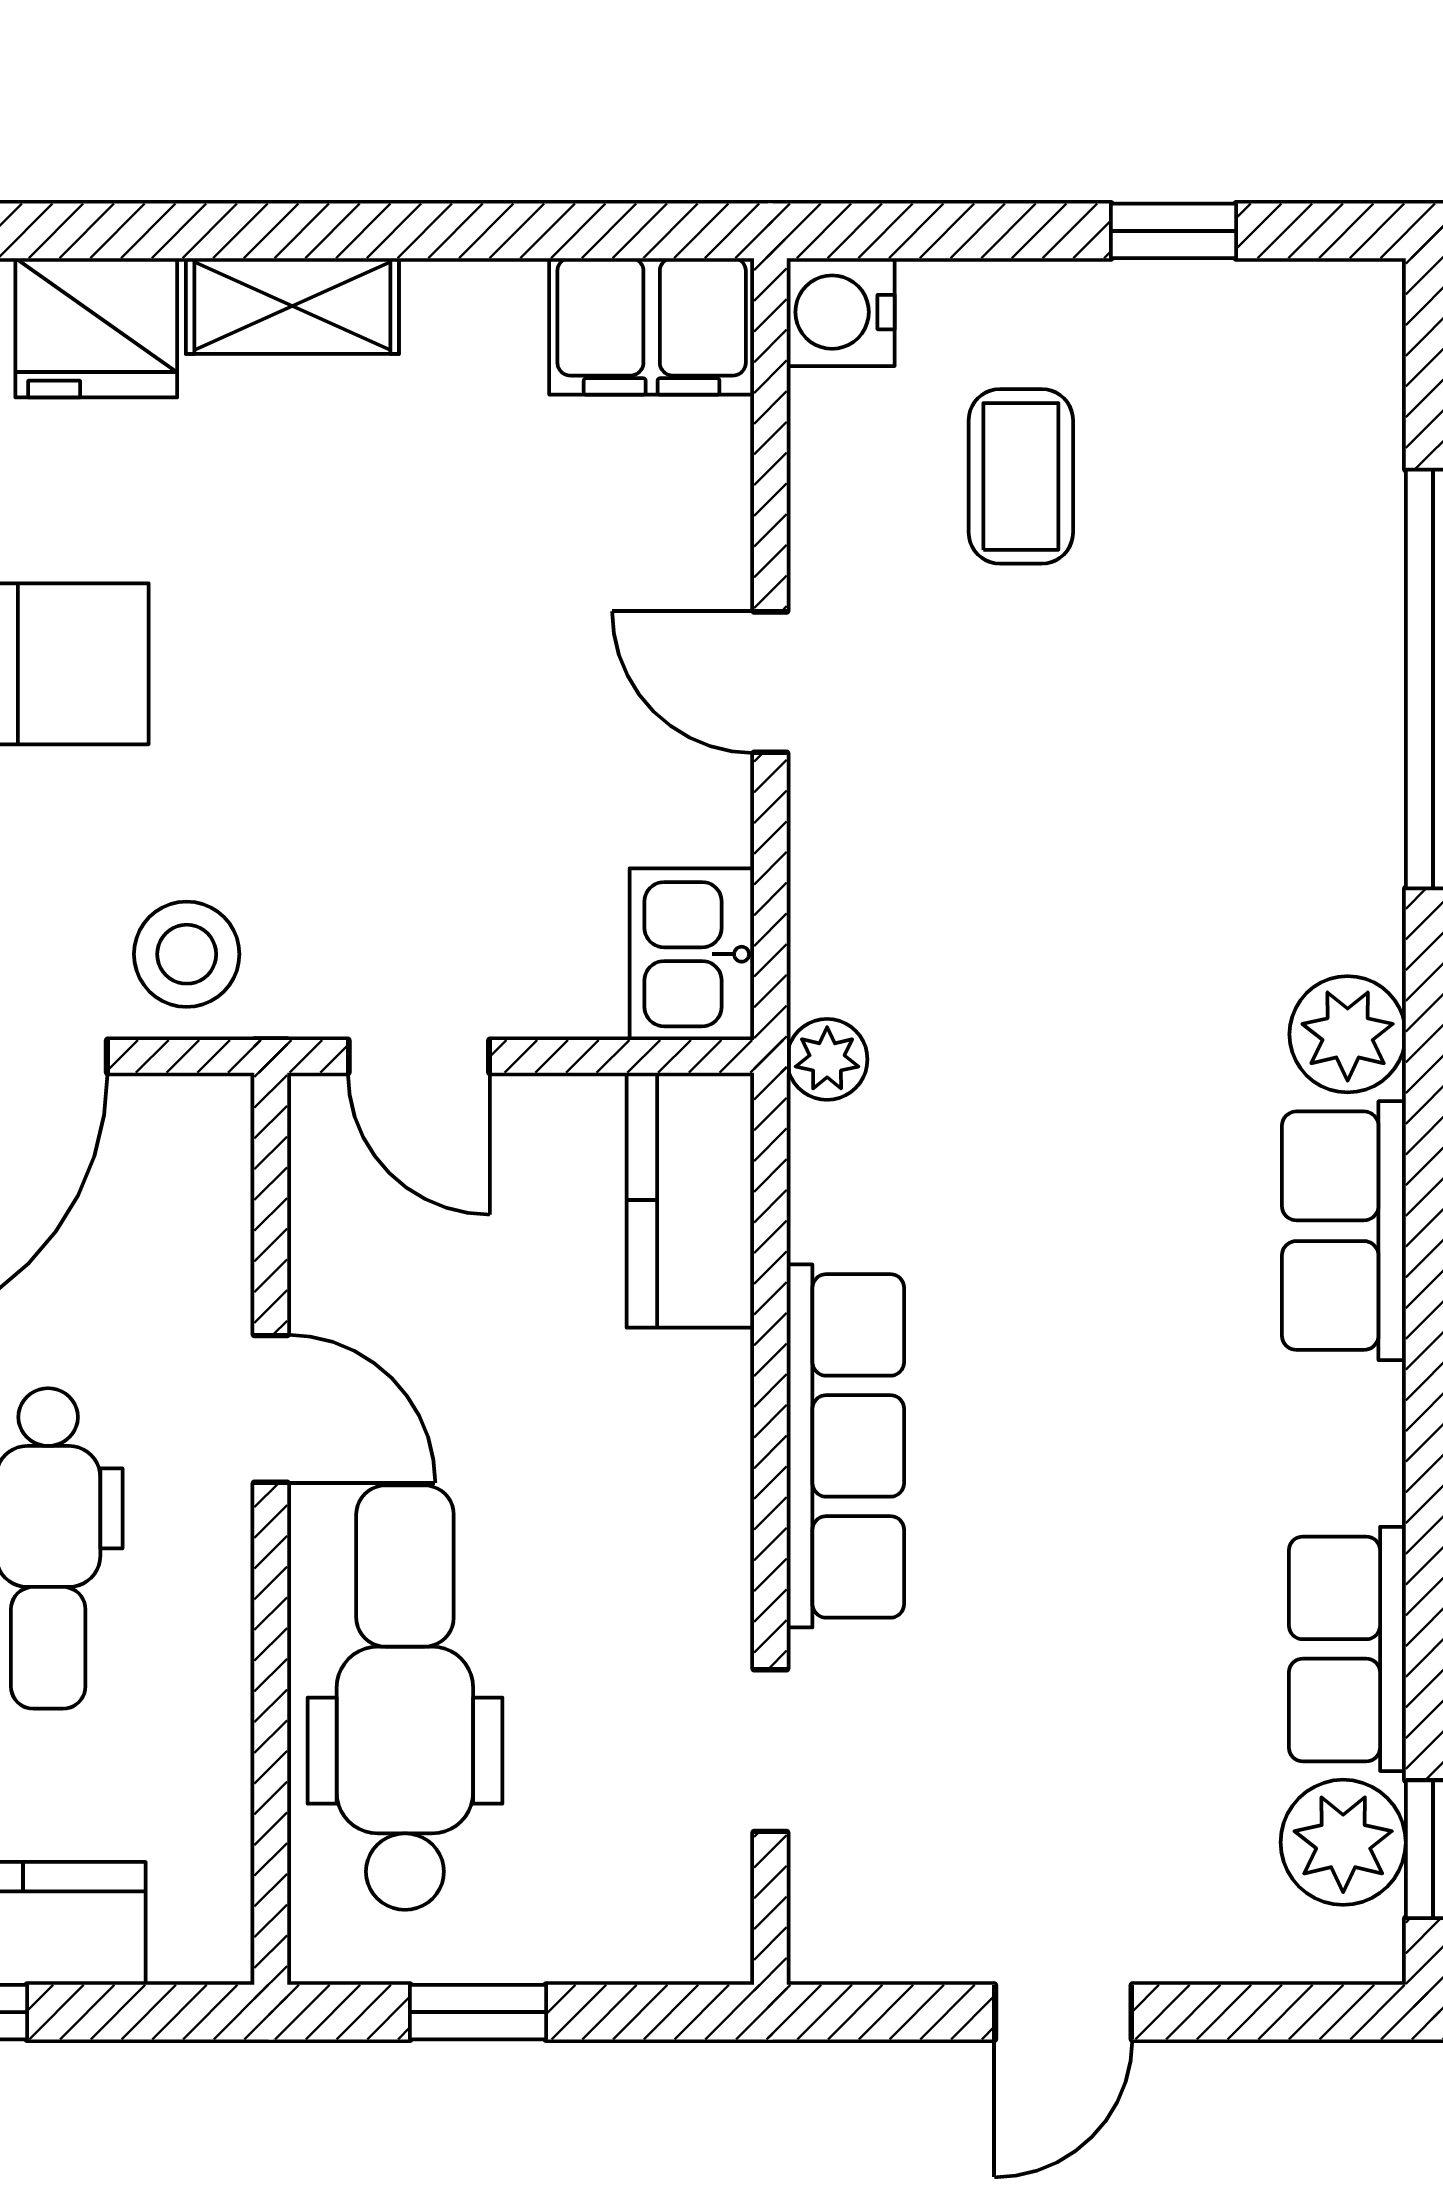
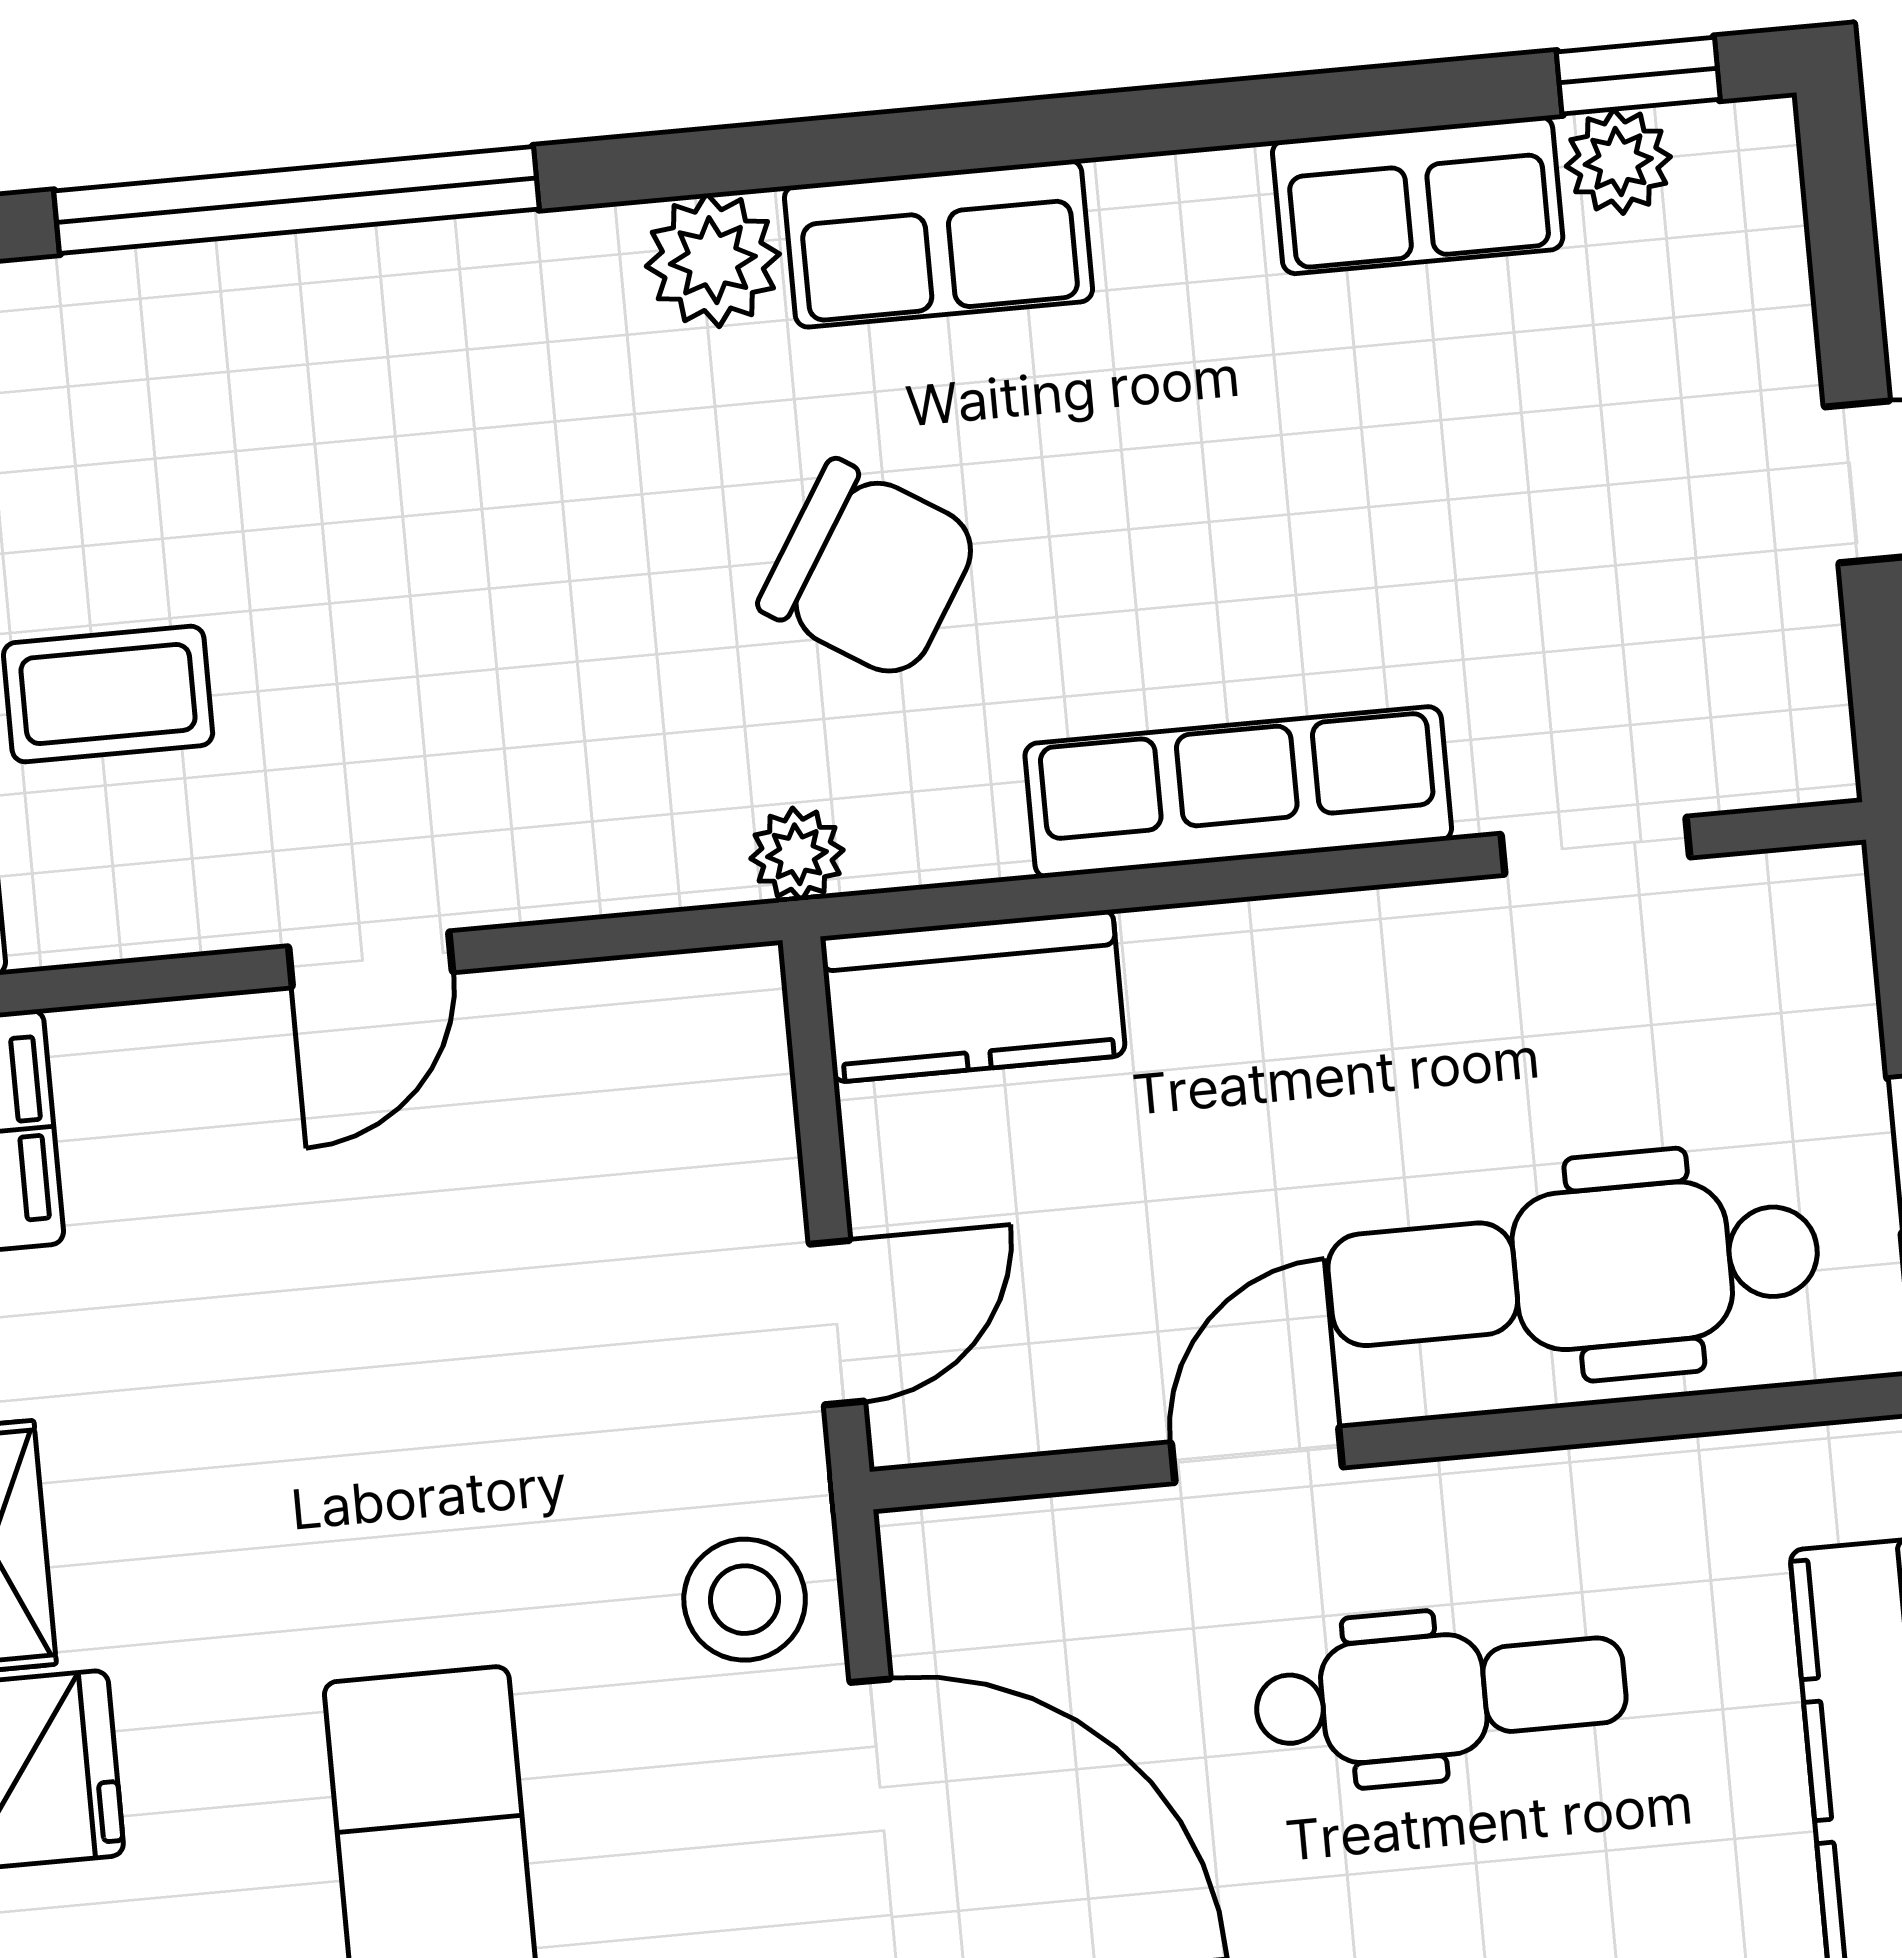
kitchen sink: (692, 954) -> (691, 1020), removed
chair: (1067, 1145) -> (870, 570), added
plant: (1343, 1842) -> (1618, 162), width x0.73, depth x0.73

